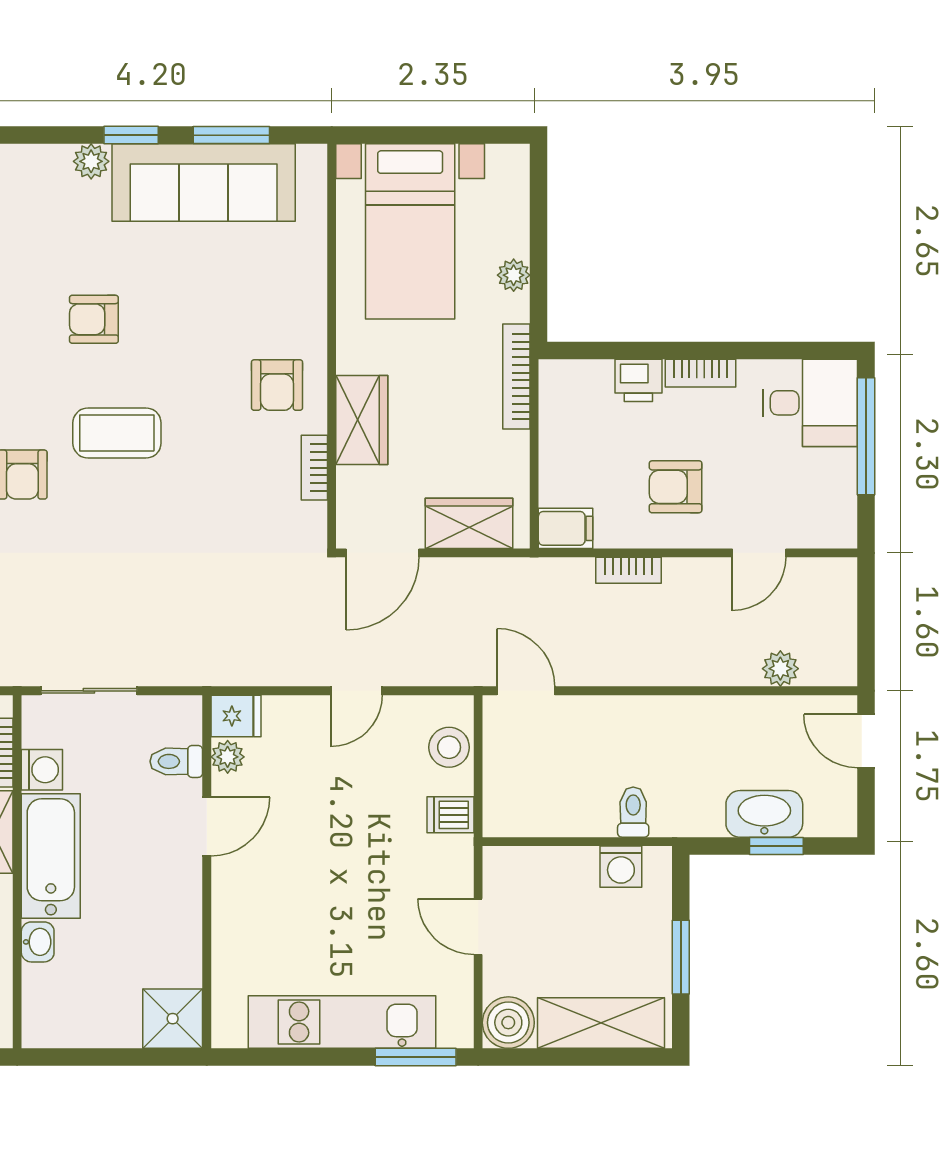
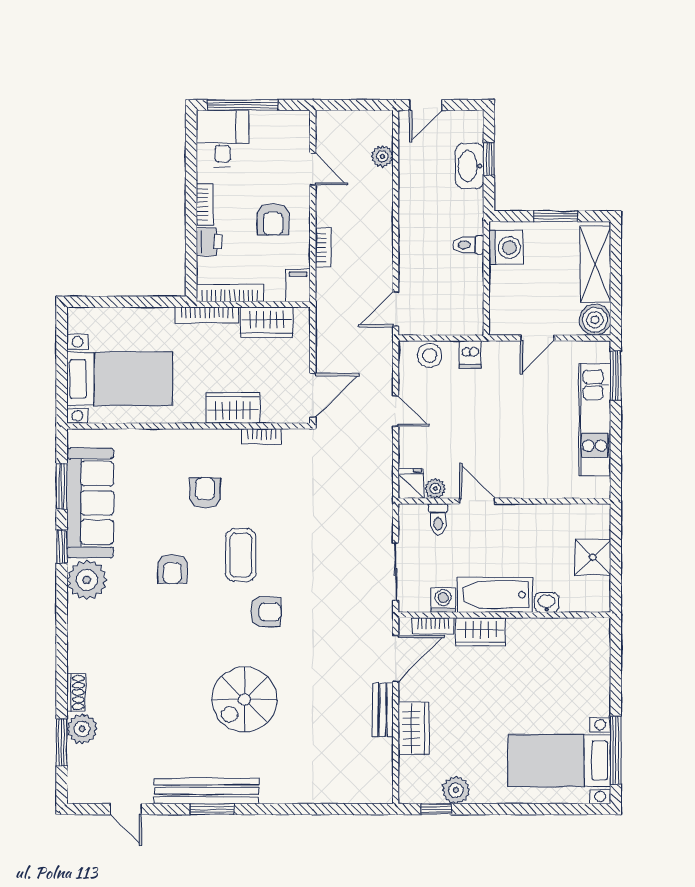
plant: (91, 161) -> (87, 580), width x1.88, depth x1.88
plant: (514, 275) -> (146, 317), removed
armchair: (277, 385) -> (205, 493), moved, turned -90
bookcase: (553, 415) -> (230, 293), added
wardrobe: (469, 523) -> (267, 322), moved, turned -90
door: (382, 553) -> (313, 395), hinge flipped
washing machine: (621, 867) -> (506, 247), width x1.38, depth x1.38
shower: (173, 1019) -> (593, 557), moved

